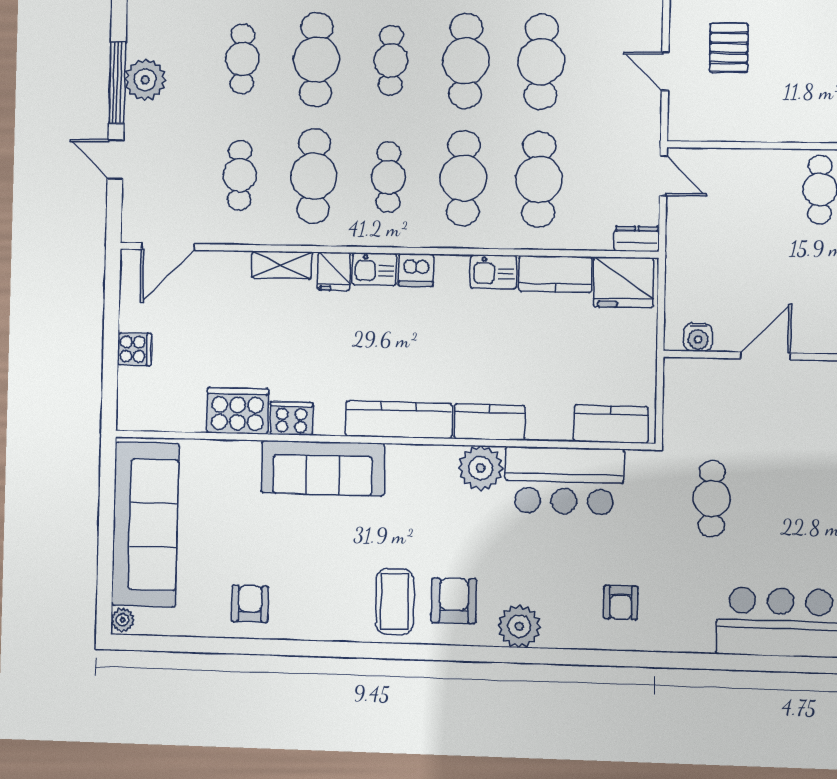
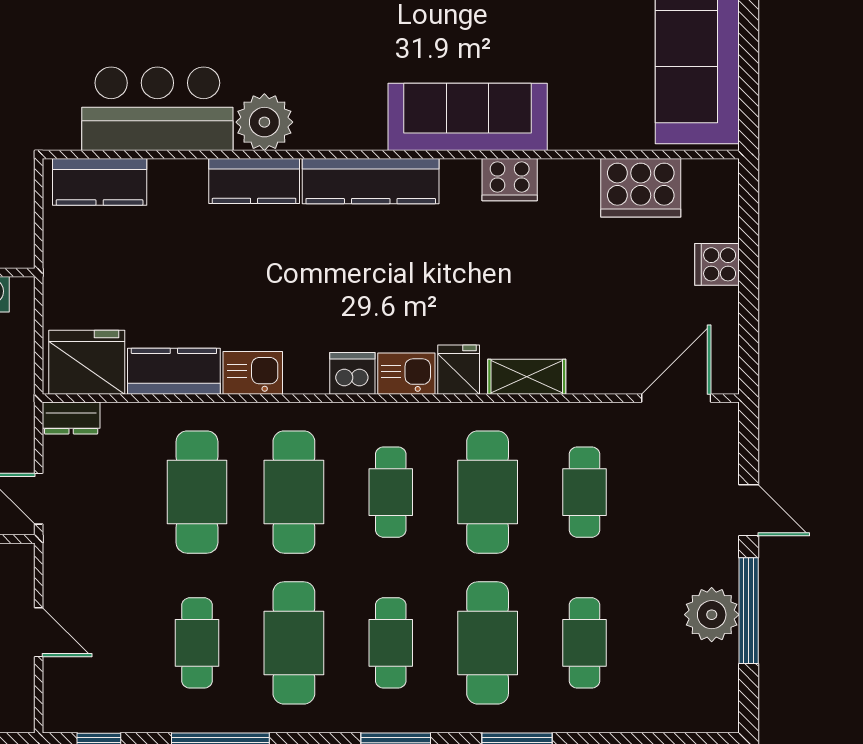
cafe table: (541, 62) -> (197, 643), width x0.73, depth x0.74
cooker: (238, 411) -> (641, 188), moved

